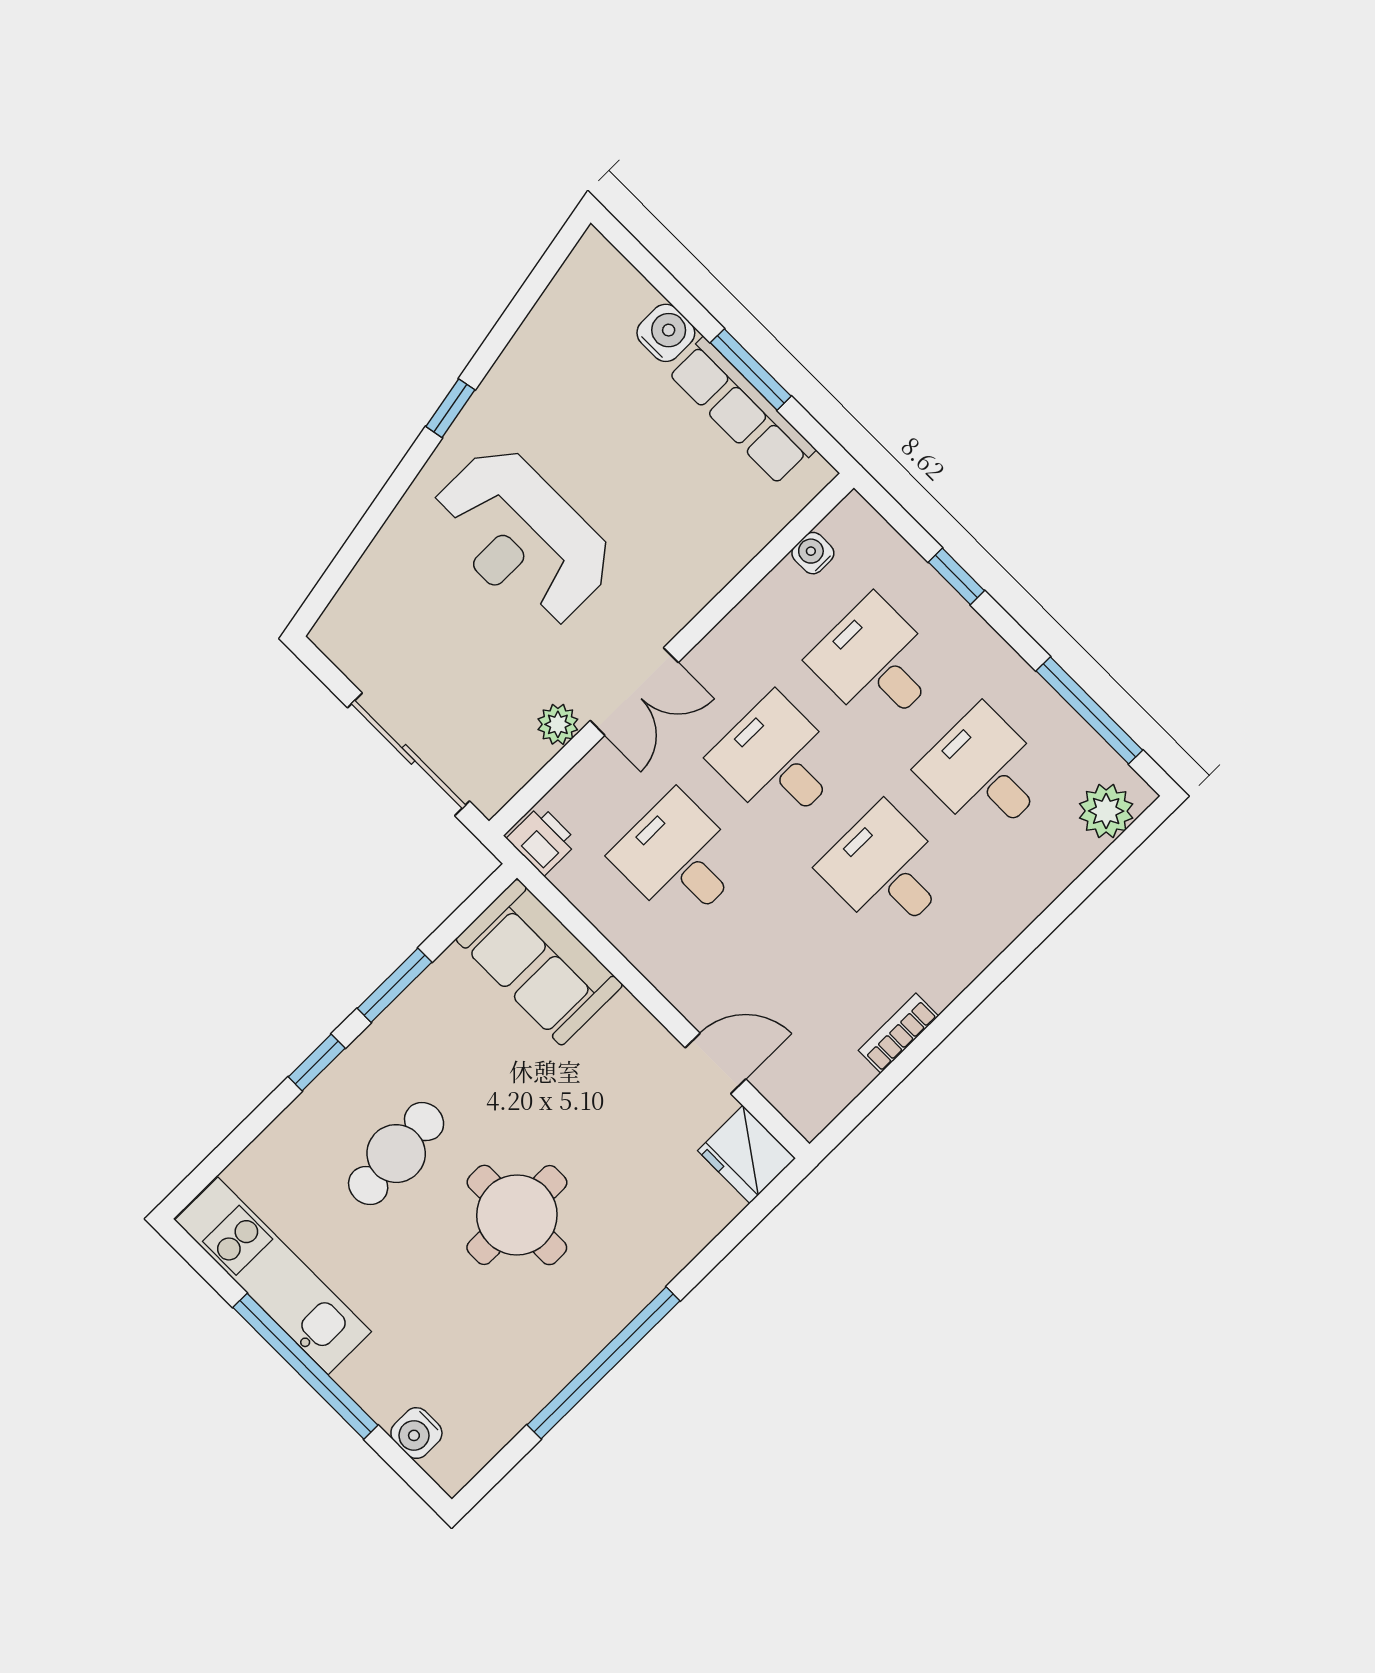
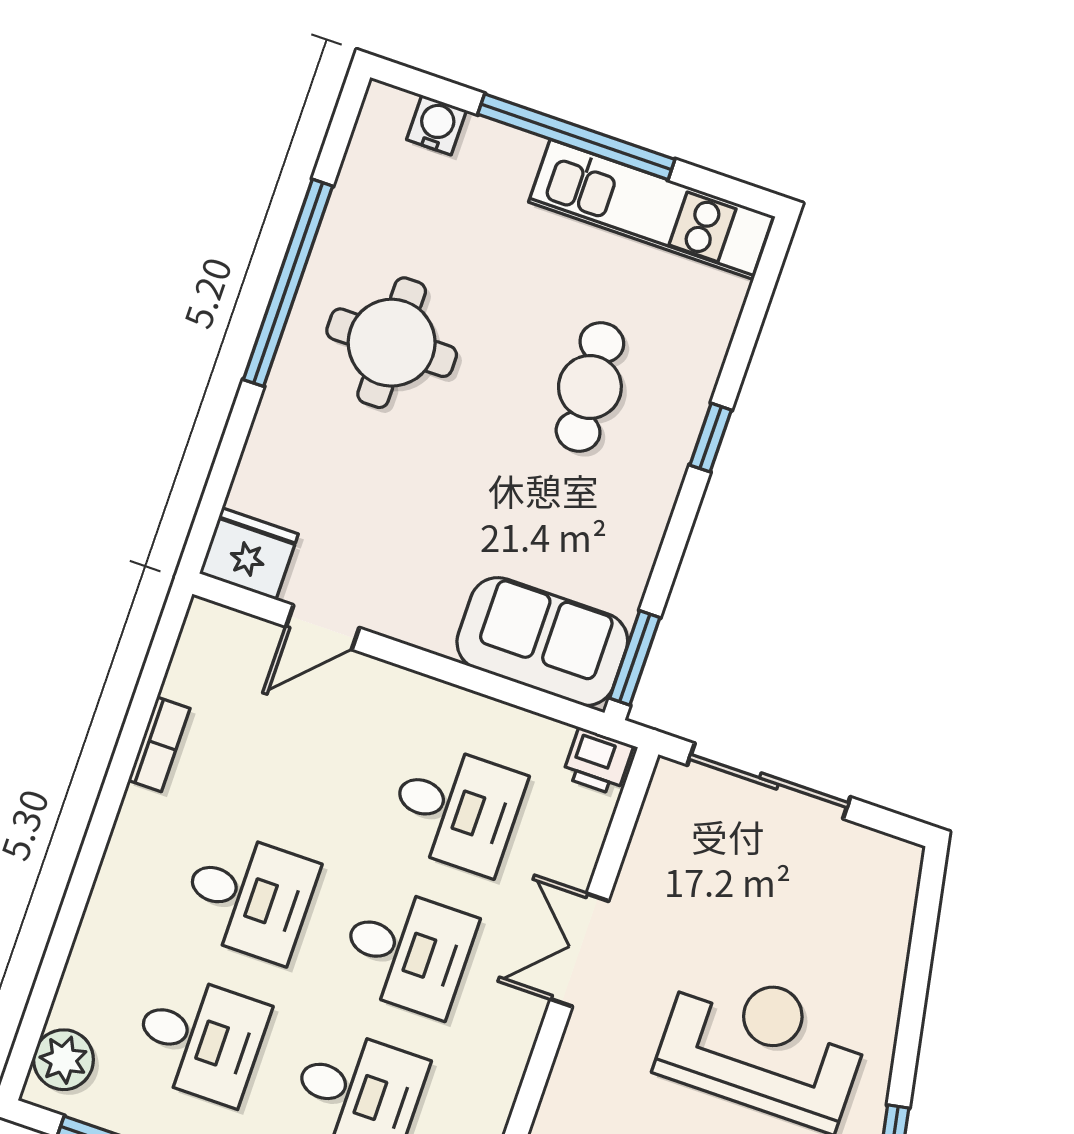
plant: (558, 724) -> (638, 882), removed
window: (395, 985) -> (635, 658), moved
round table: (517, 1215) -> (392, 343), moved

